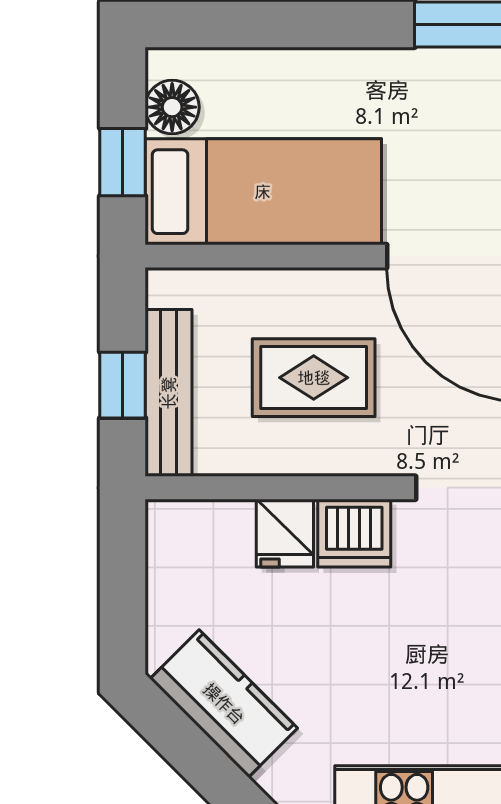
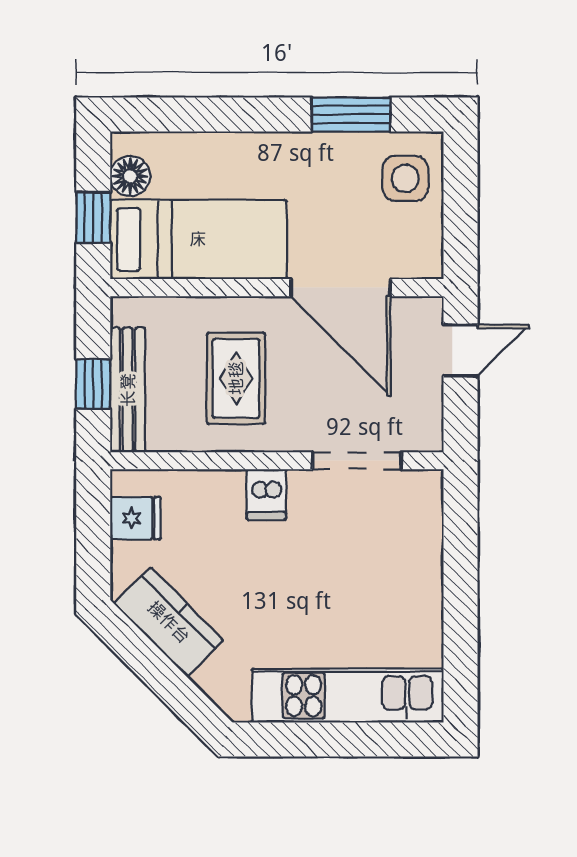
rug: (314, 378) -> (236, 378), turned 90
fridge: (285, 533) -> (135, 518), moved, turned -90
dishwasher: (354, 533) -> (266, 495), width x0.73

